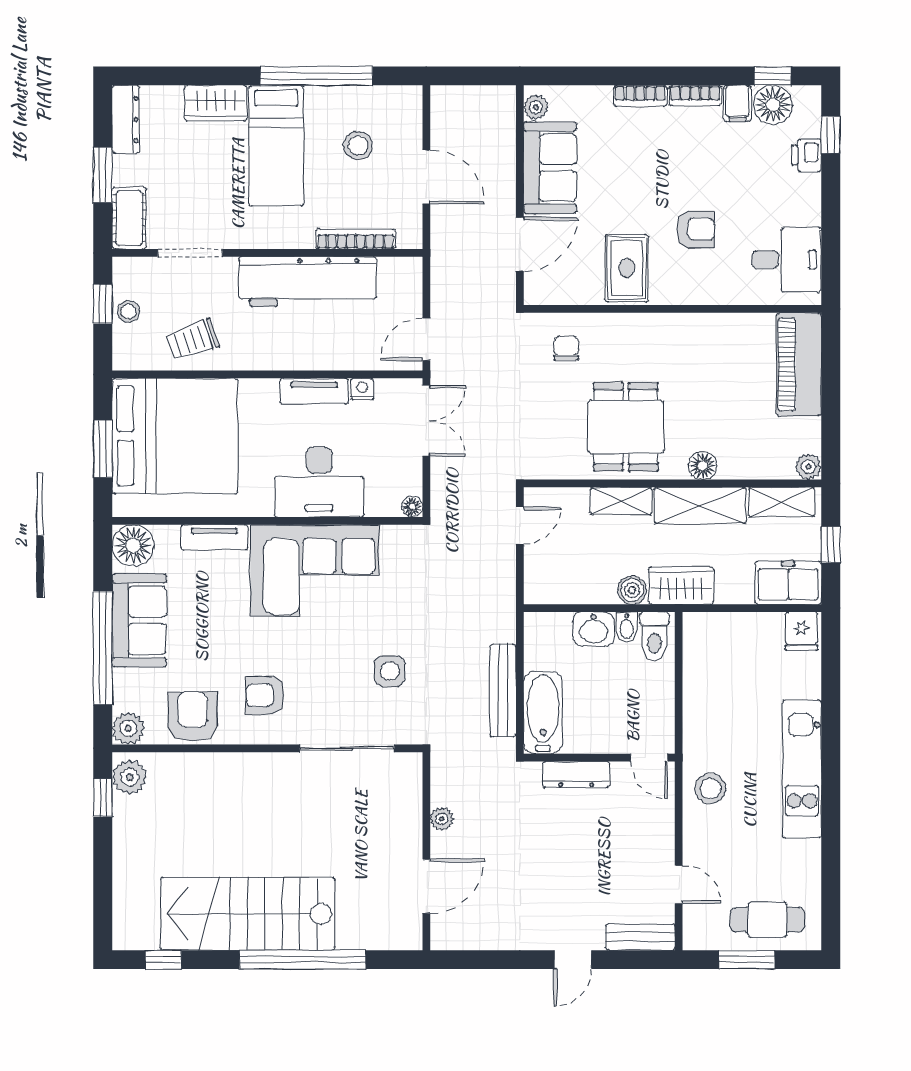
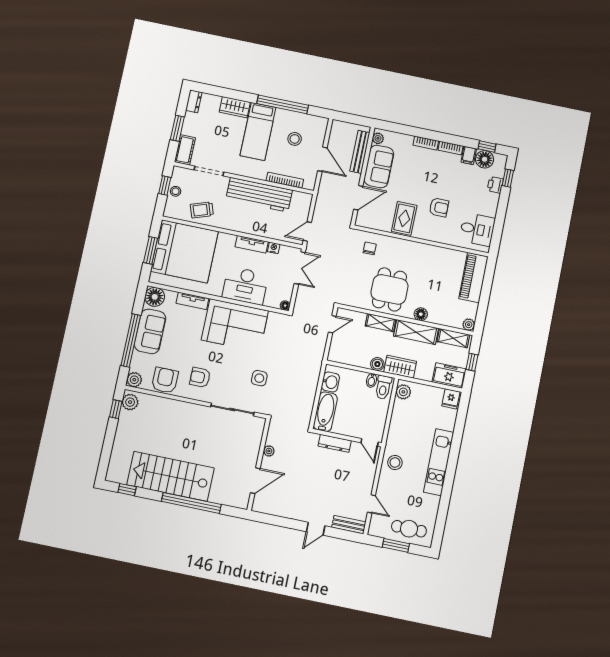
dresser: (126, 119) -> (194, 101), width x0.70
washbasin: (593, 629) -> (330, 382), moved, turned -90
plant: (699, 637) -> (403, 392), added
bench: (503, 690) -> (360, 152), moved

